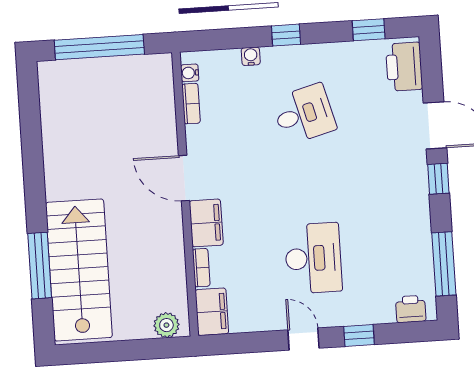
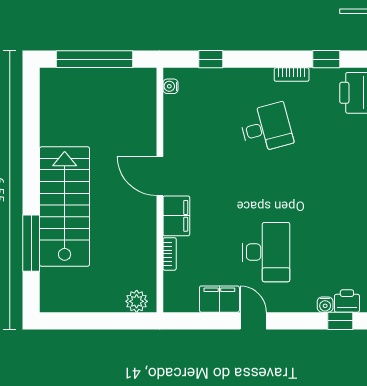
window: (286, 35) -> (211, 59), moved
water cooler: (251, 56) -> (325, 305), moved, turned 180
bookcase: (191, 104) -> (292, 75), moved, turned 90
stairs: (79, 270) -> (65, 206), moved
filing cabinet: (212, 312) -> (219, 299), moved, turned -90
window: (359, 335) -> (340, 321), moved

